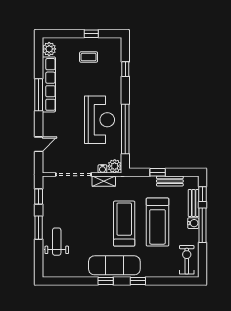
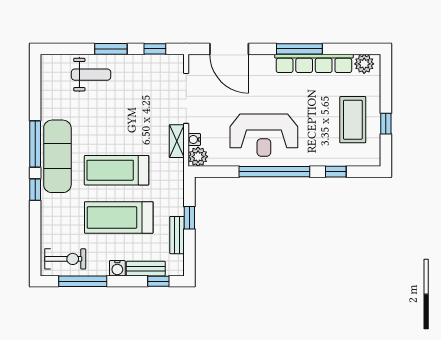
coffee table: (89, 57) -> (353, 120), width x1.86, depth x1.72
window: (125, 129) -> (274, 172), moved
door: (39, 144) -> (229, 49), width x1.88
treadmill: (124, 224) -> (117, 170), turned 180
window: (202, 225) -> (83, 281), moved
window: (106, 281) -> (35, 144), width x2.17

